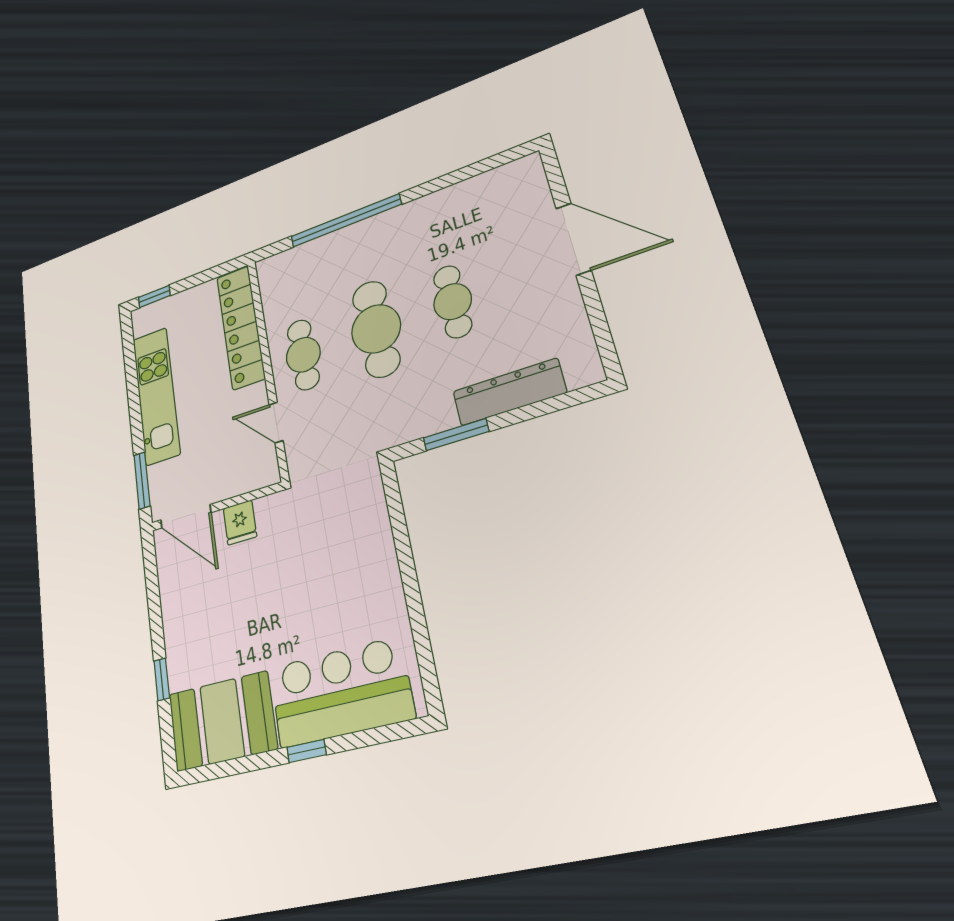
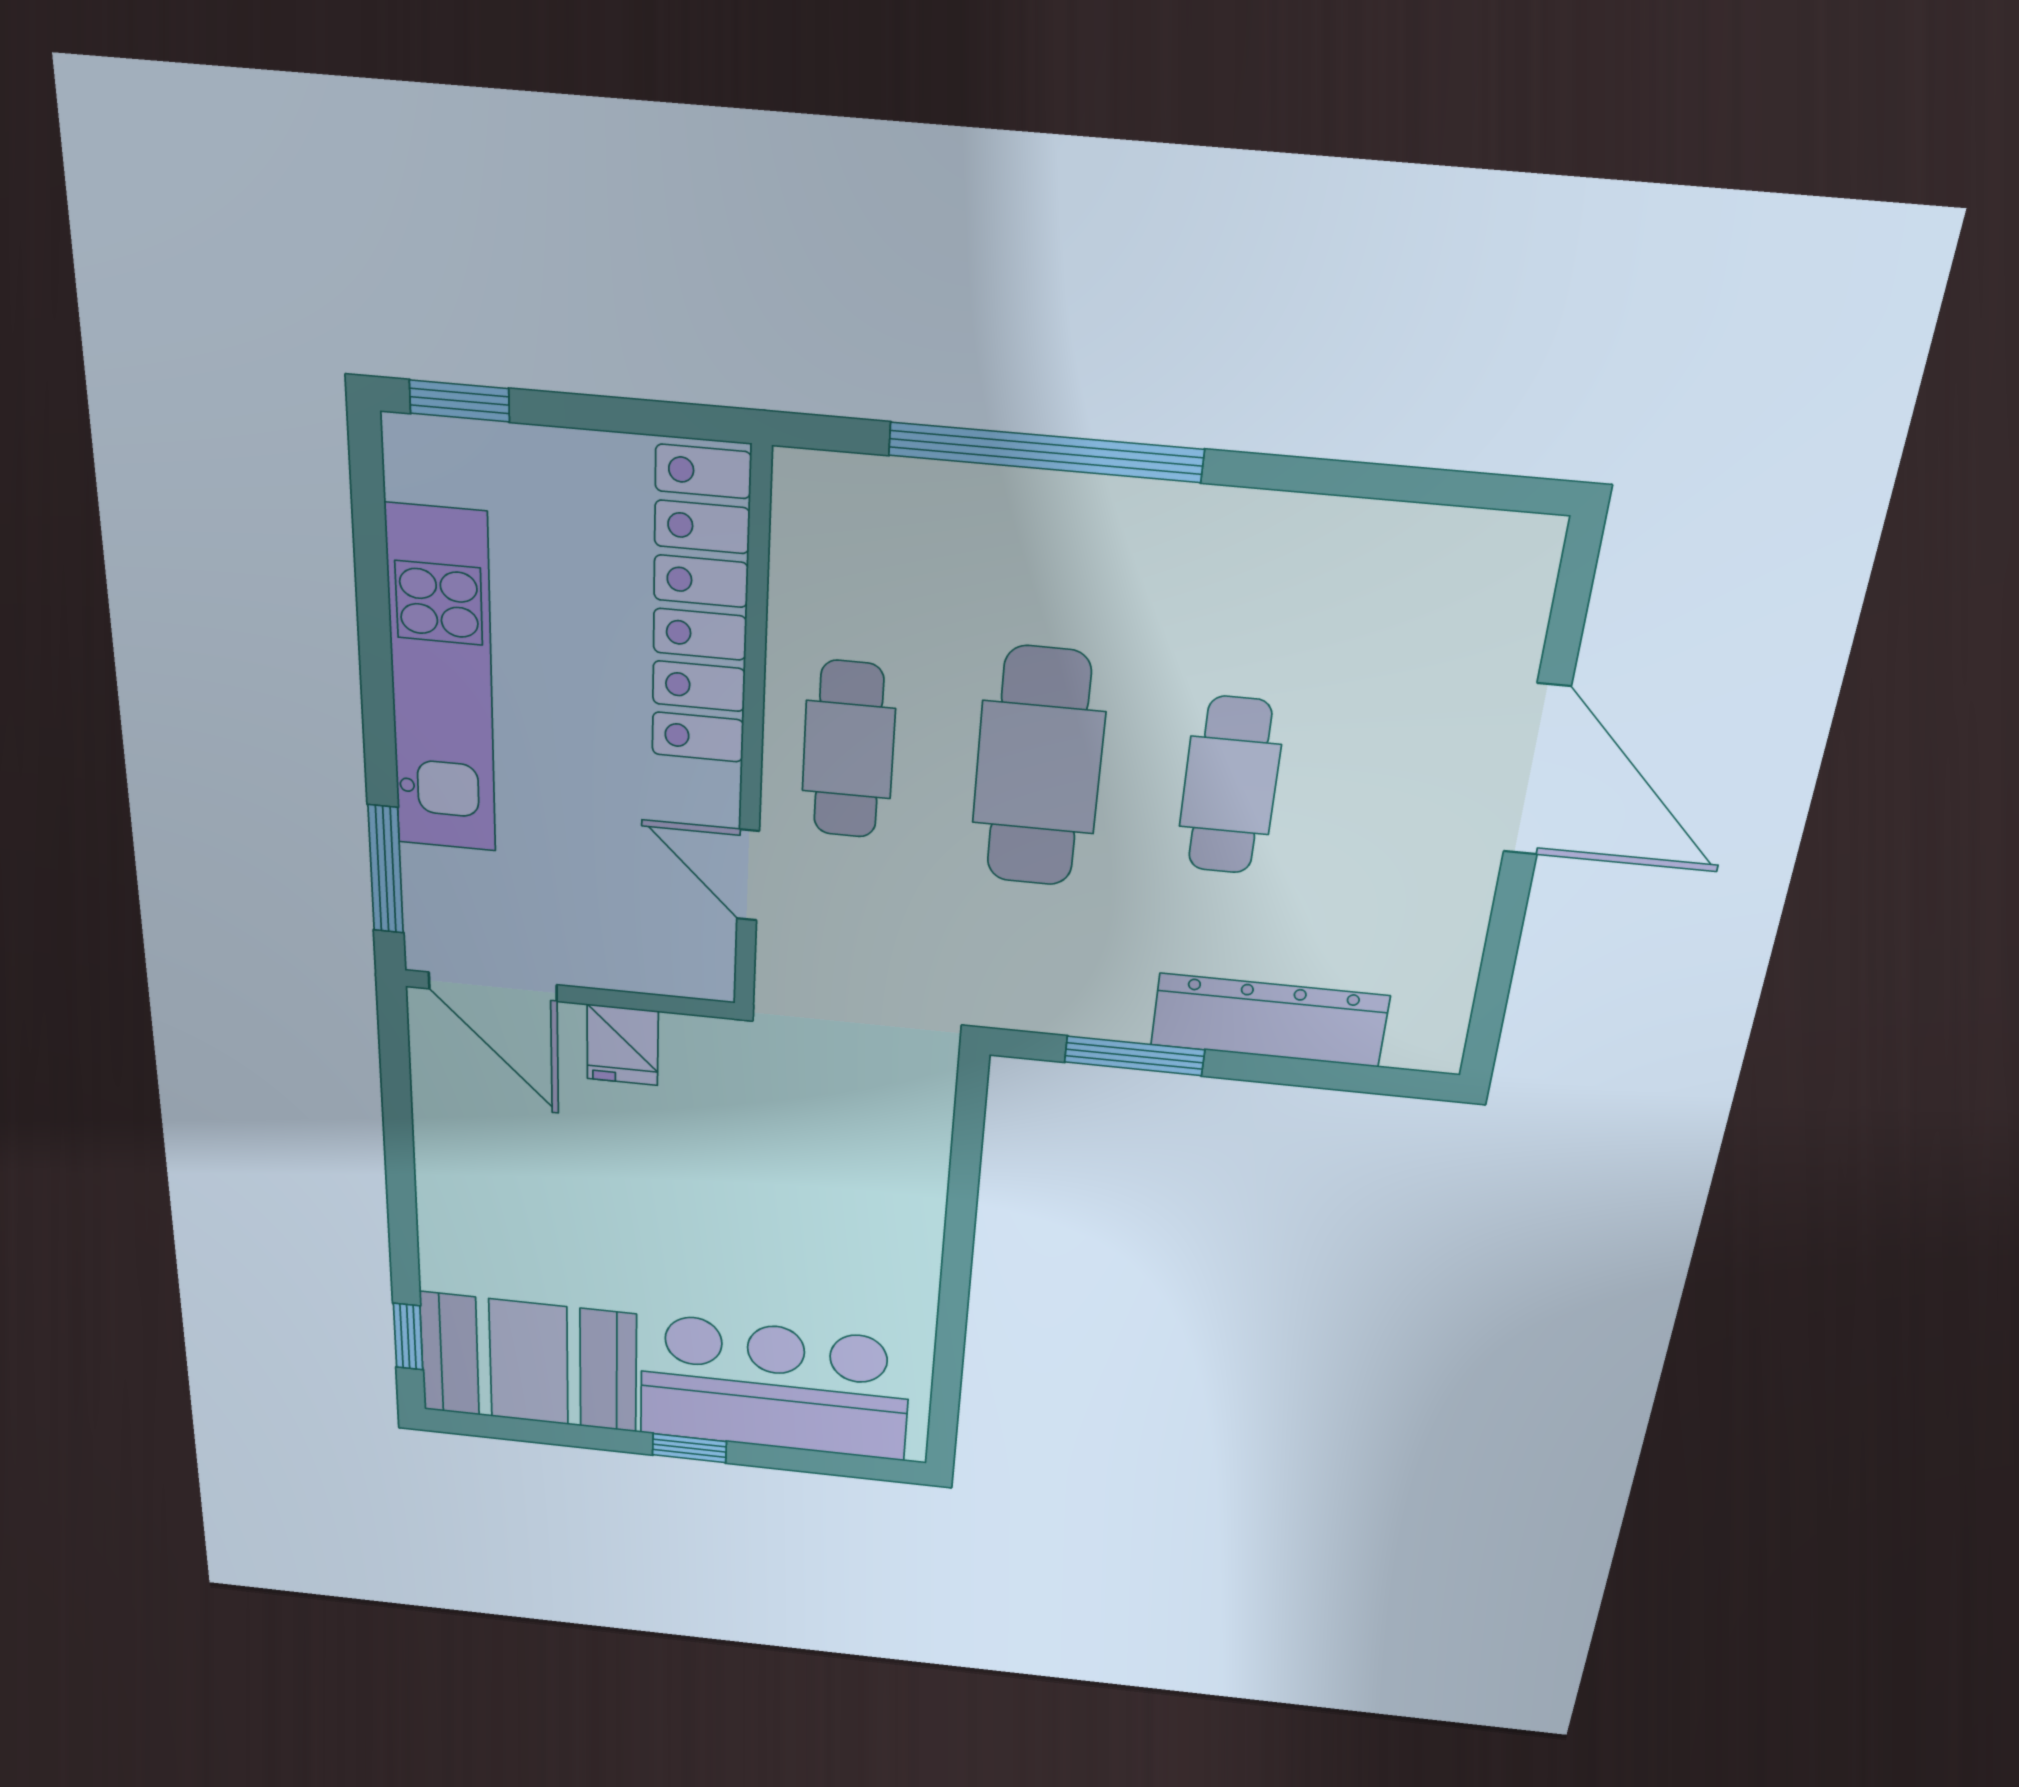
window: (162, 679) -> (408, 1337), moved

